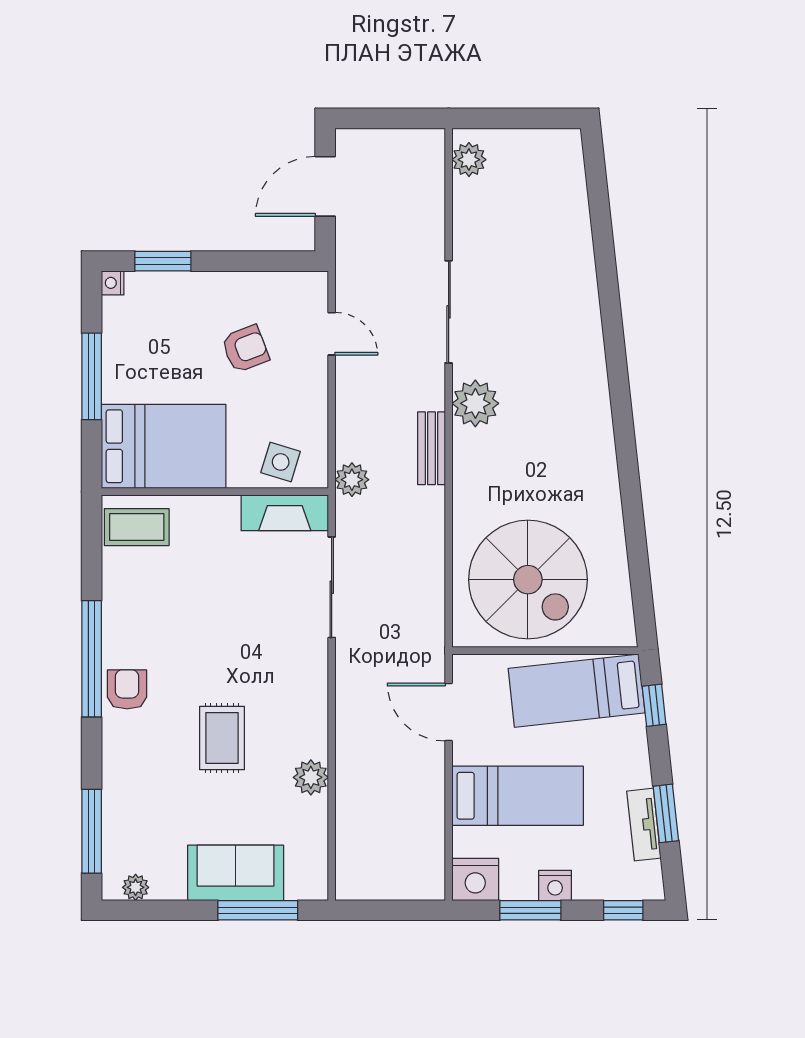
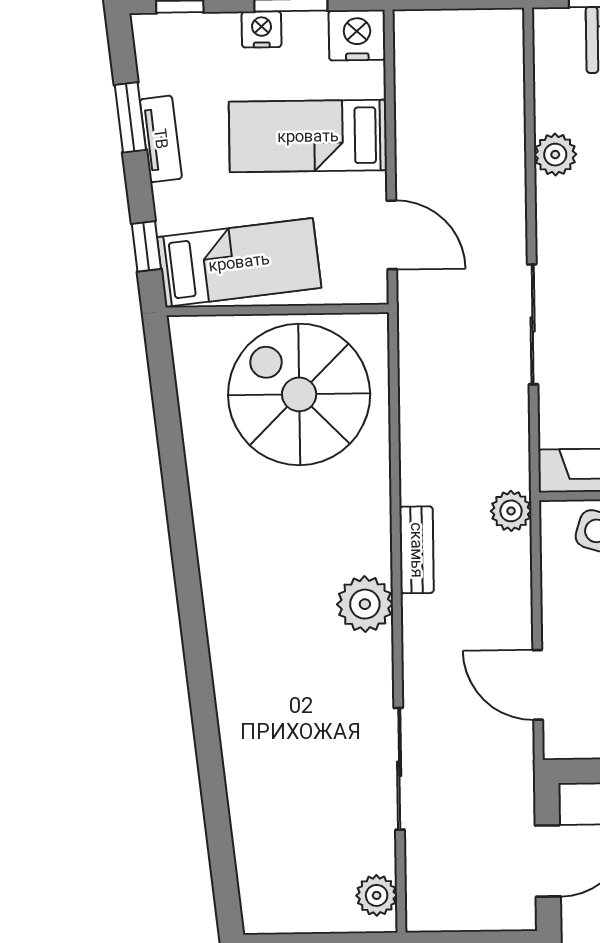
sliding door: (449, 312) -> (399, 769), moved
door: (332, 334) -> (538, 685), width x1.38
sliding door: (332, 587) -> (533, 324), moved
tv unit: (644, 825) -> (161, 139), moved

